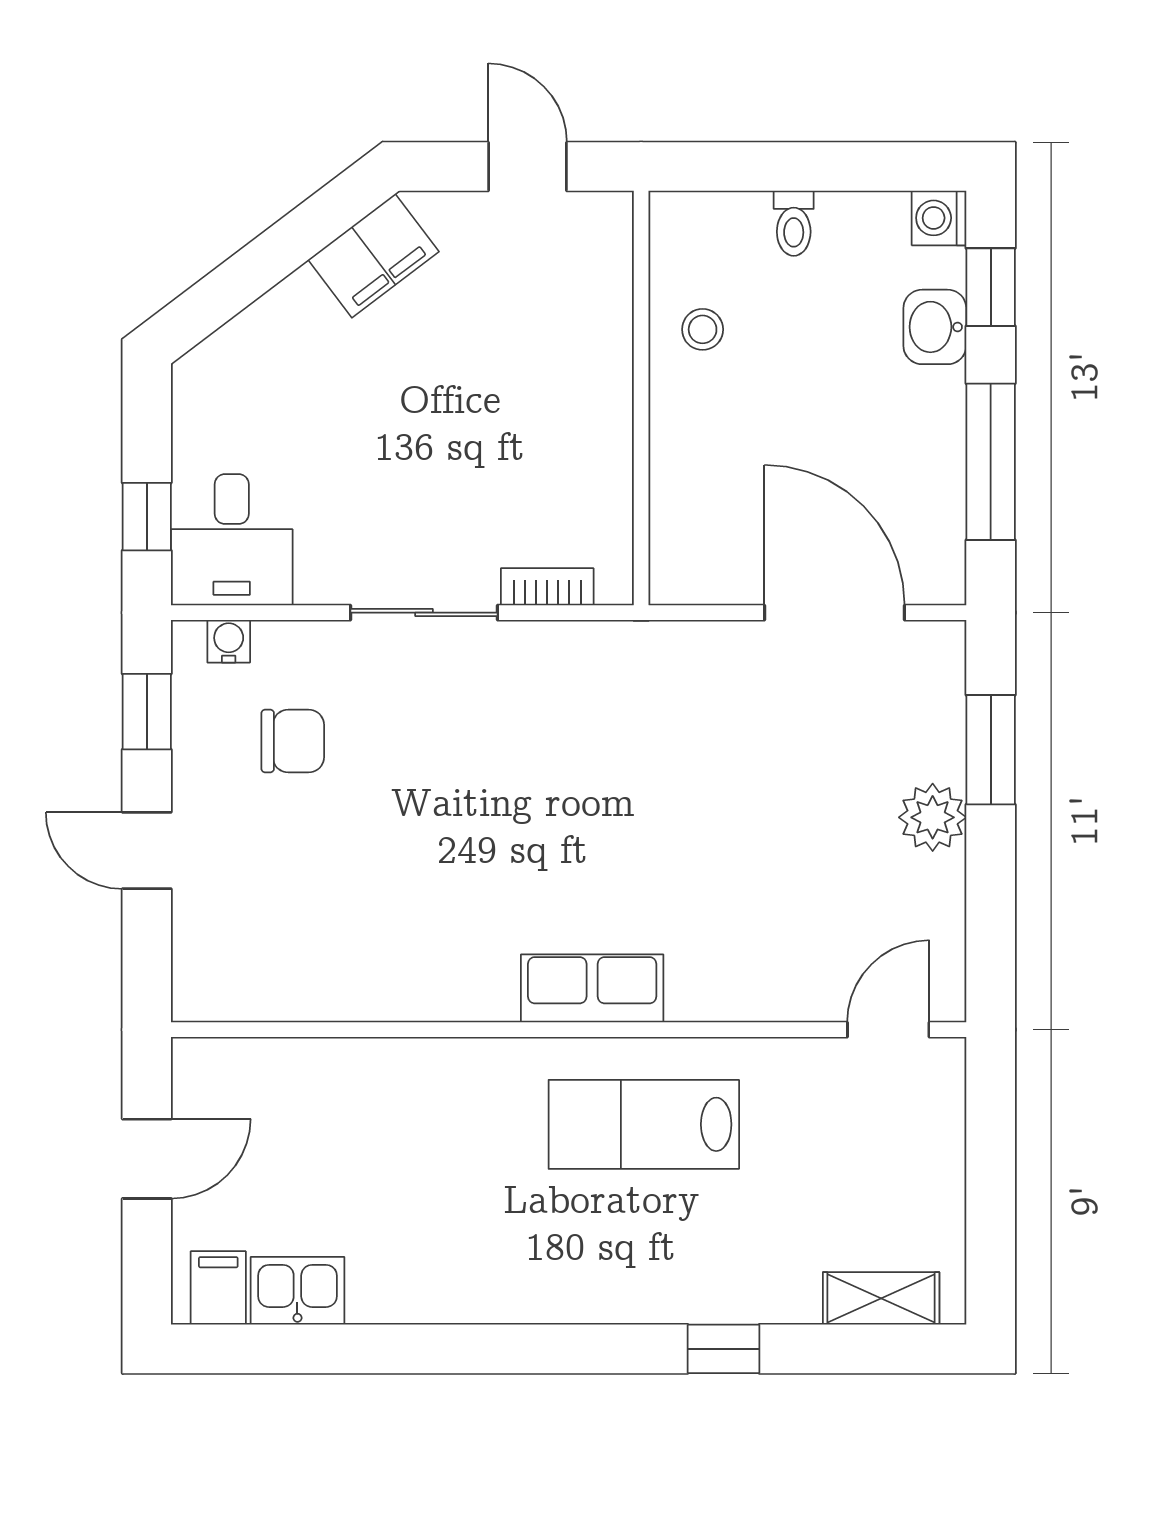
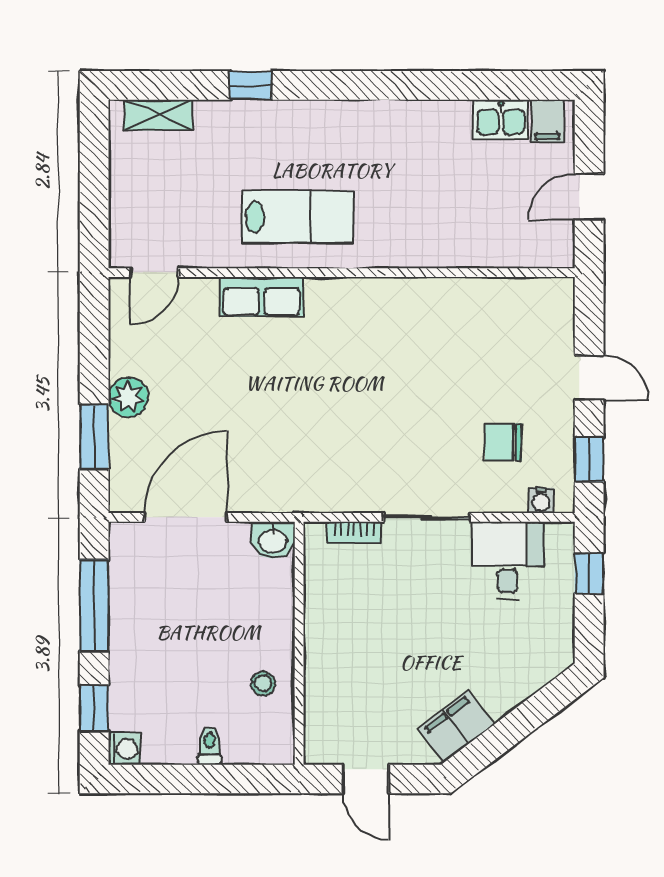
washbasin: (935, 327) -> (273, 540), moved, turned 90
desk: (232, 540) -> (508, 560), moved
door: (835, 613) -> (186, 517), swing flipped
row of seats: (592, 988) -> (262, 297), moved

